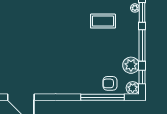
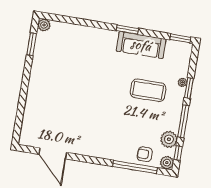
coffee table: (103, 21) -> (148, 90), width x1.36, depth x1.32

